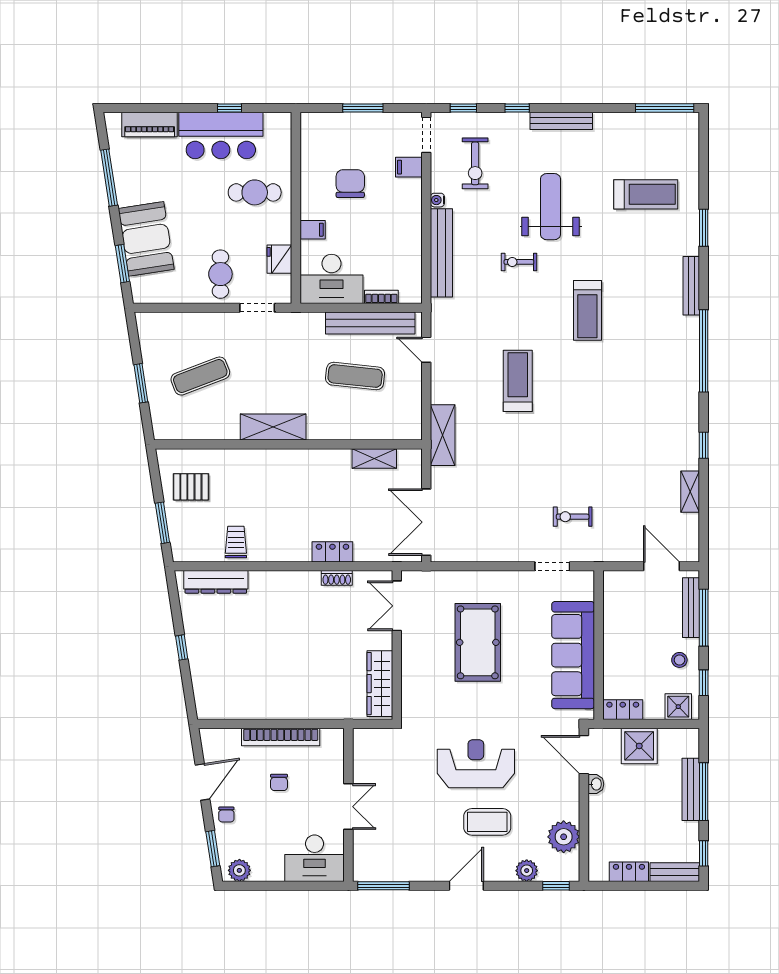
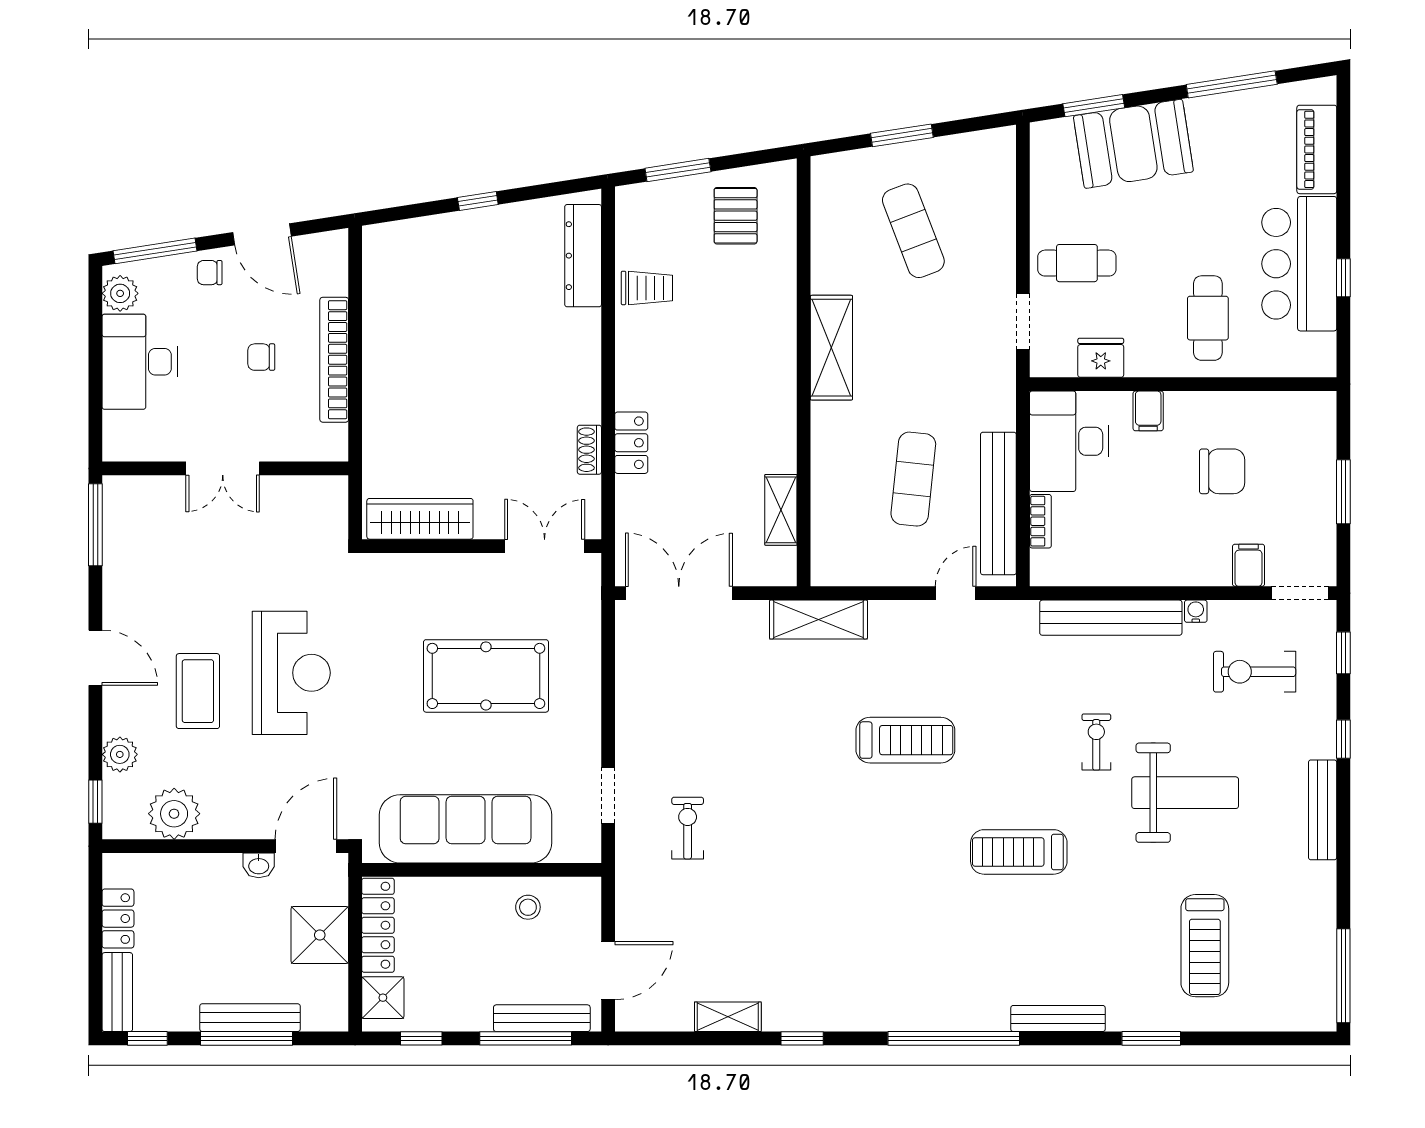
stool: (679, 660) -> (528, 907), moved
locker: (623, 710) -> (378, 925), width x1.53
window: (213, 849) -> (155, 251), width x1.44
desk: (314, 858) -> (140, 362), moved

